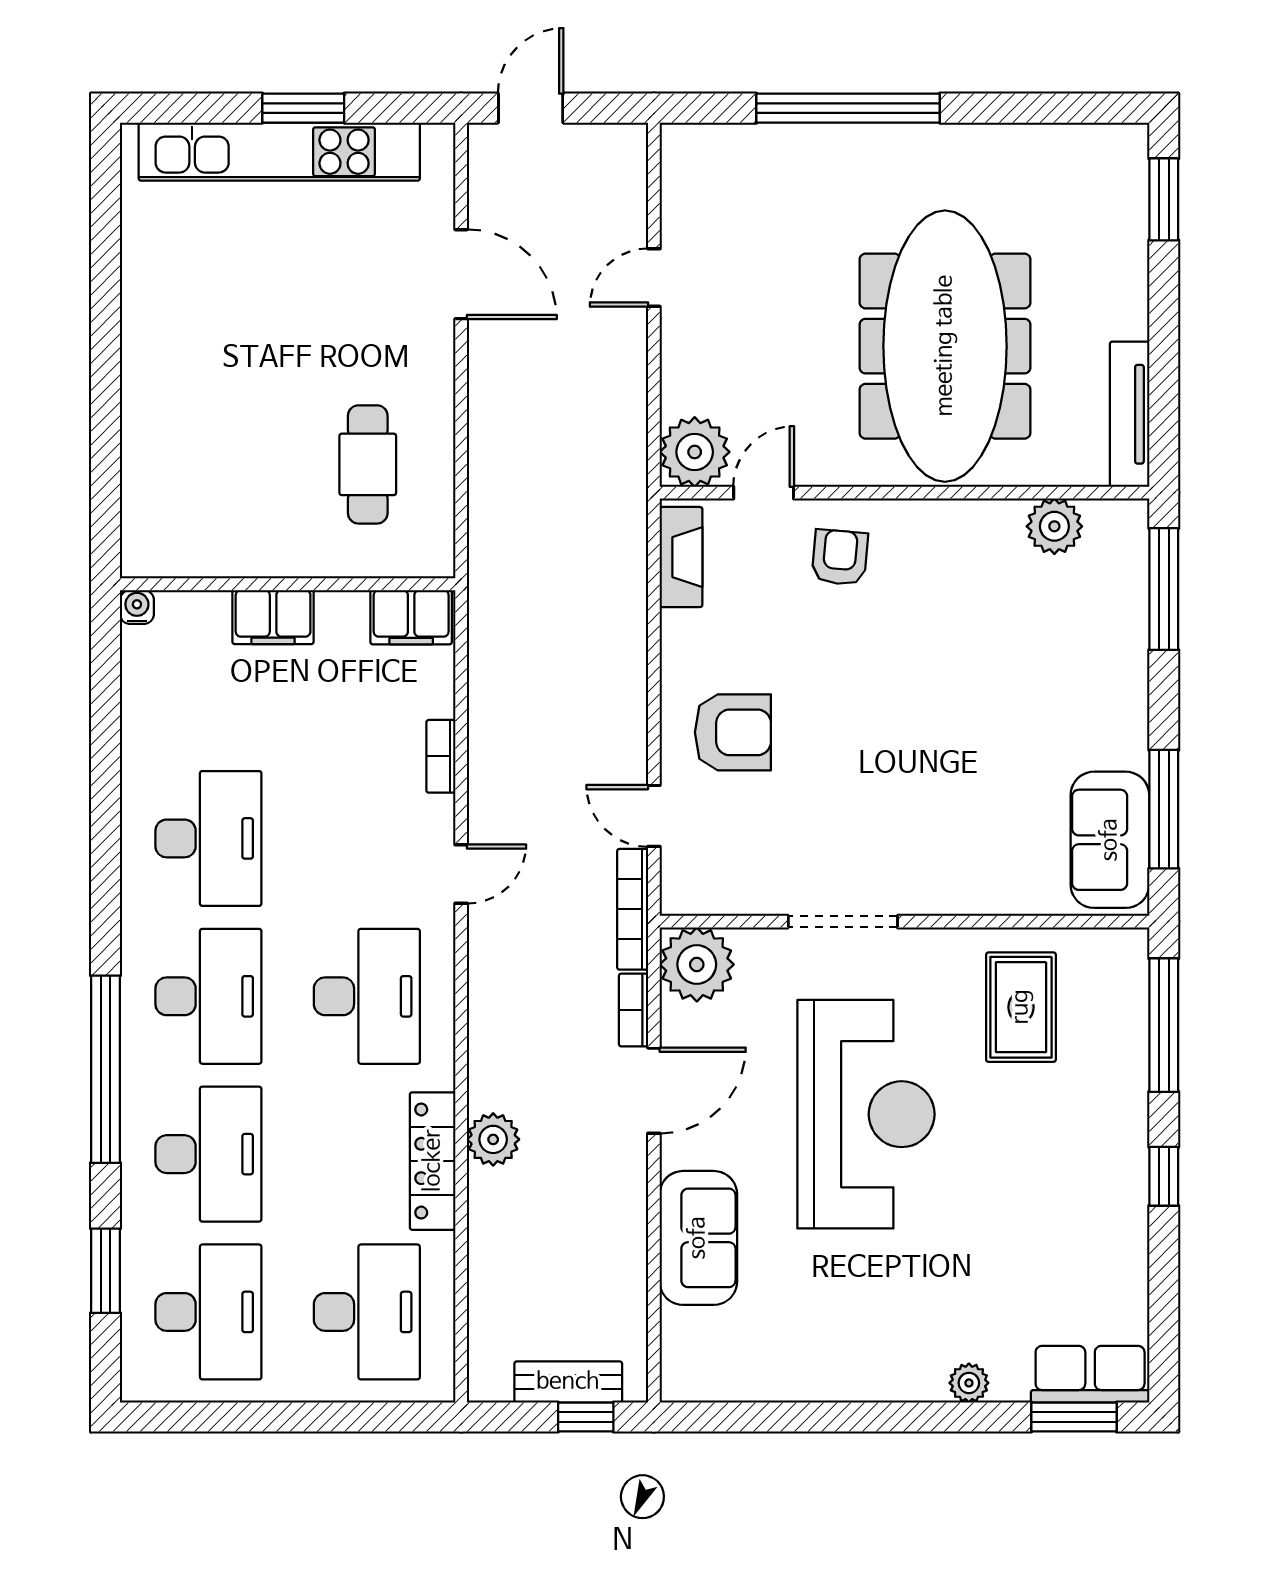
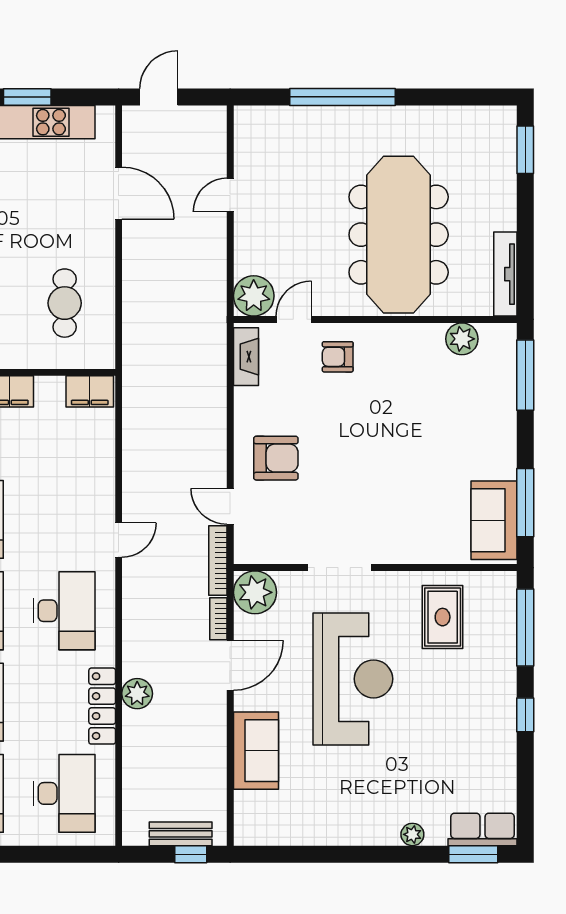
armchair: (840, 557) -> (338, 357), turned -95
bookcase: (441, 756) -> (107, 472), removed

